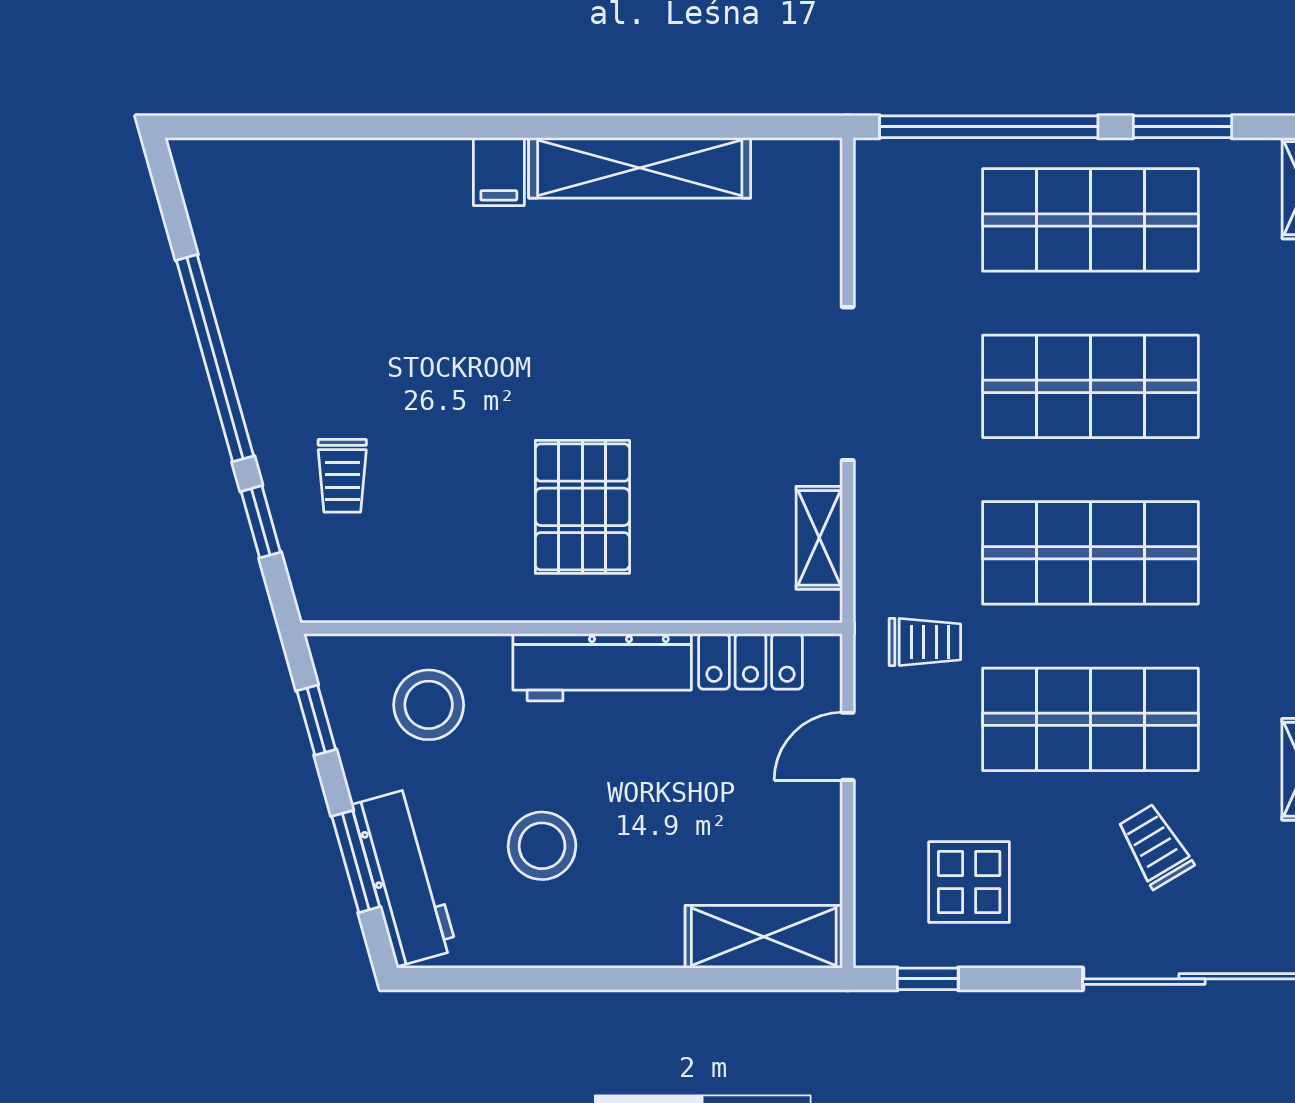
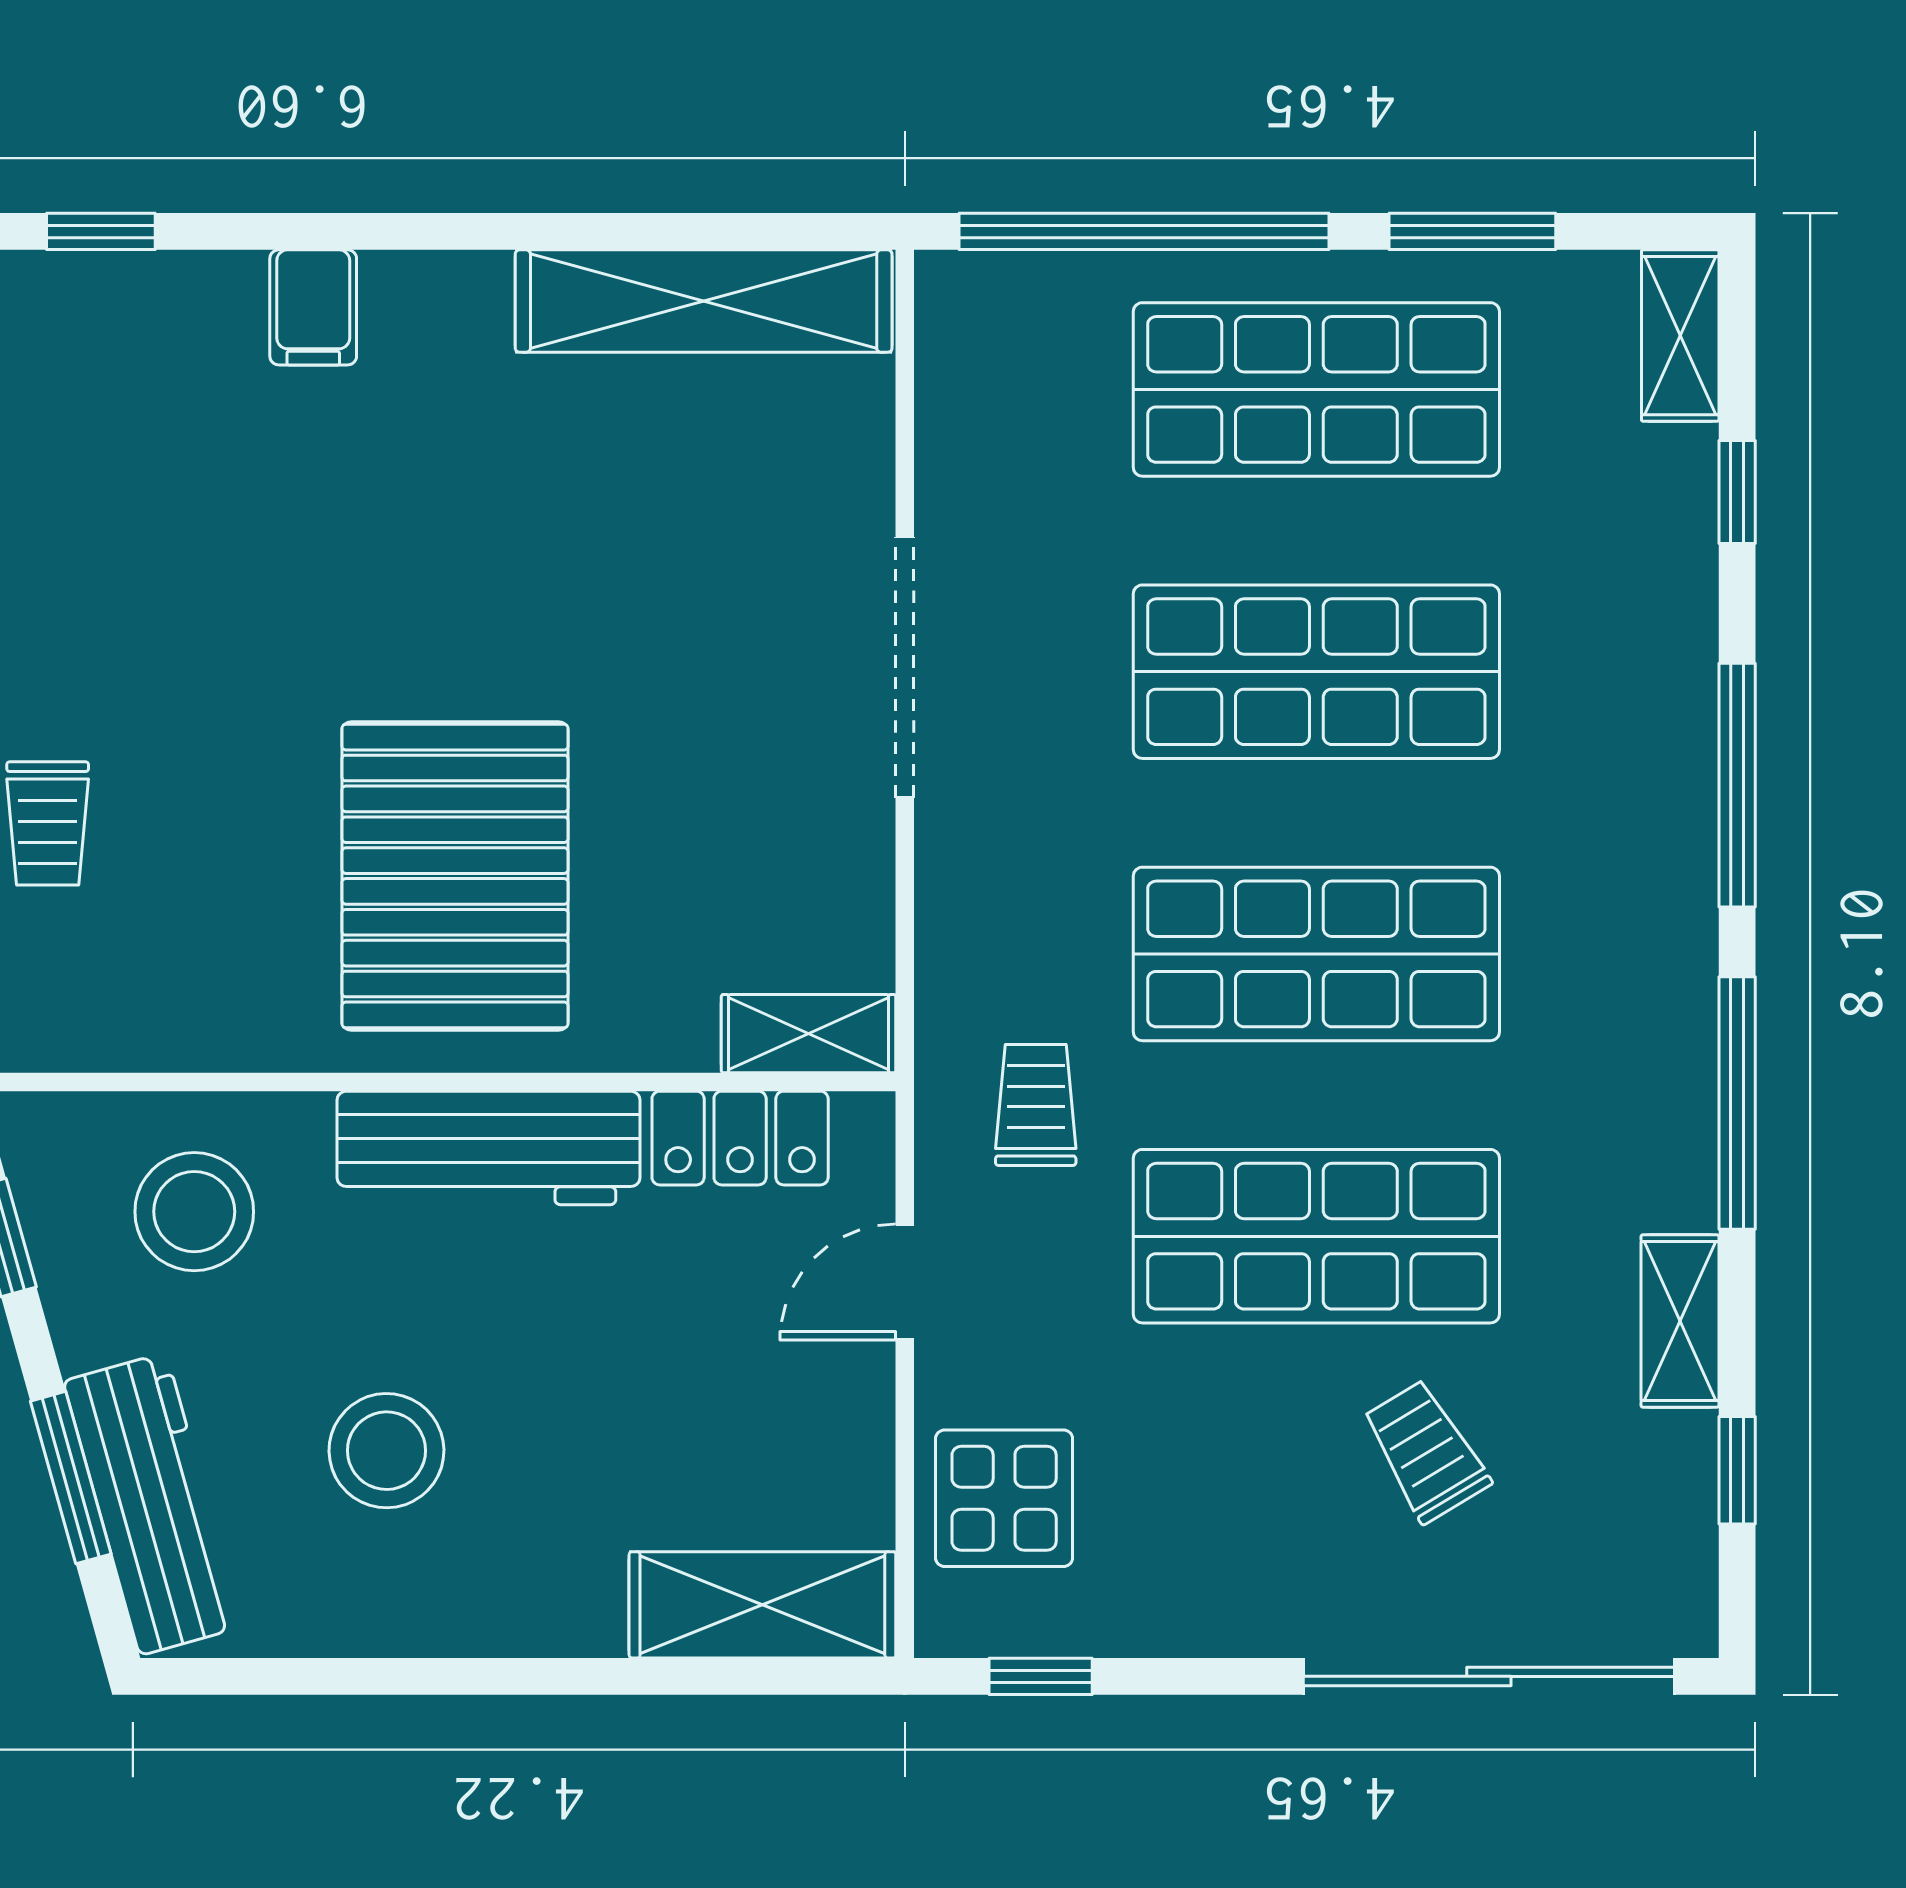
window: (374, 127) -> (101, 231), added
shelving: (640, 168) -> (704, 301), moved
pallet: (582, 507) -> (455, 876), width x1.37, depth x1.41
shelving: (819, 538) -> (809, 1034), moved, turned 90
trolley: (925, 642) -> (1036, 1105), turned -90
display table: (969, 882) -> (1004, 1498), moved

